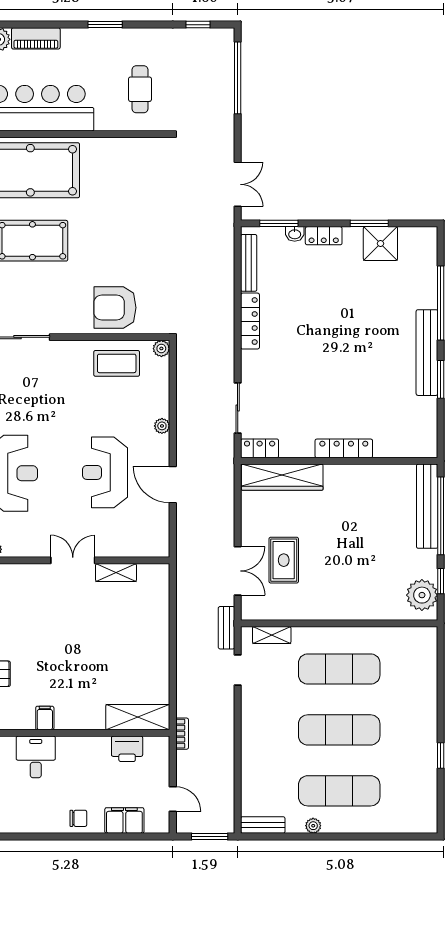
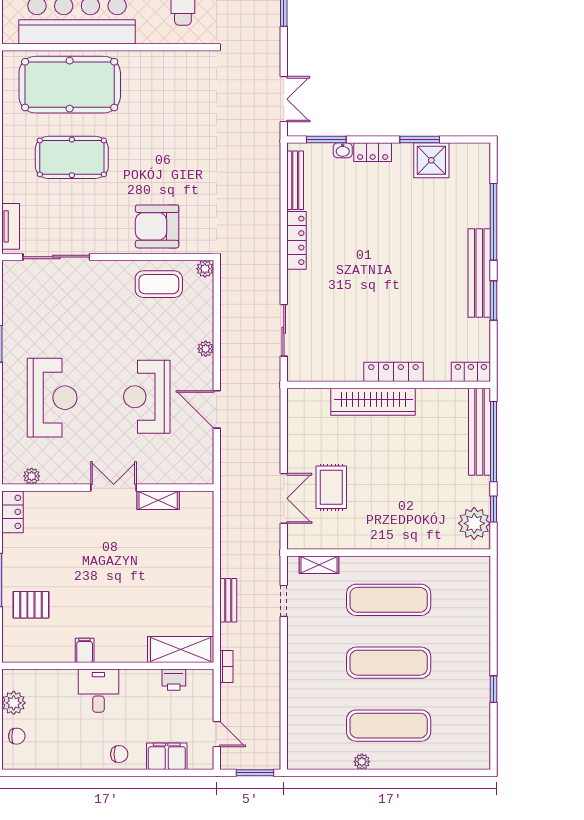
locker: (260, 448) -> (471, 372), moved
wardrobe: (282, 477) -> (373, 402), moved
bench: (226, 628) -> (228, 600), moved
printer: (127, 749) -> (174, 680), width x0.73, depth x0.81
desk: (36, 757) -> (98, 691), moved
bench: (263, 825) -> (310, 761), removed

